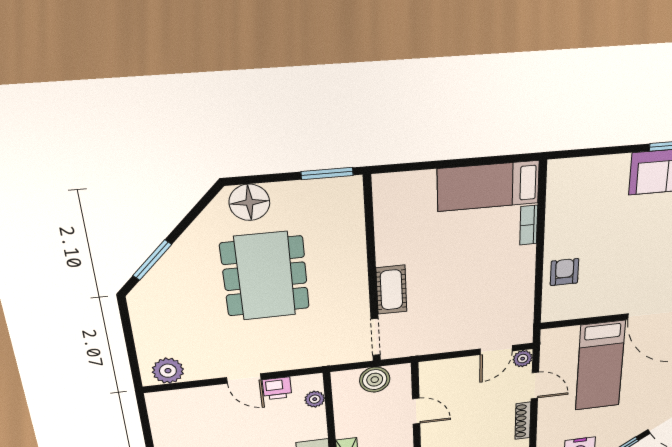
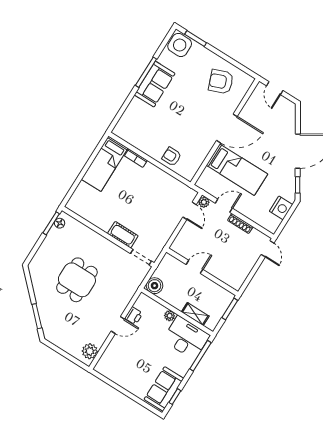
floor lamp: (249, 202) -> (60, 223), moved, width x0.53, depth x0.53
dining table: (265, 276) -> (77, 280), width x0.73
boiler: (375, 380) -> (155, 286), moved
plant: (315, 399) -> (170, 316), moved

